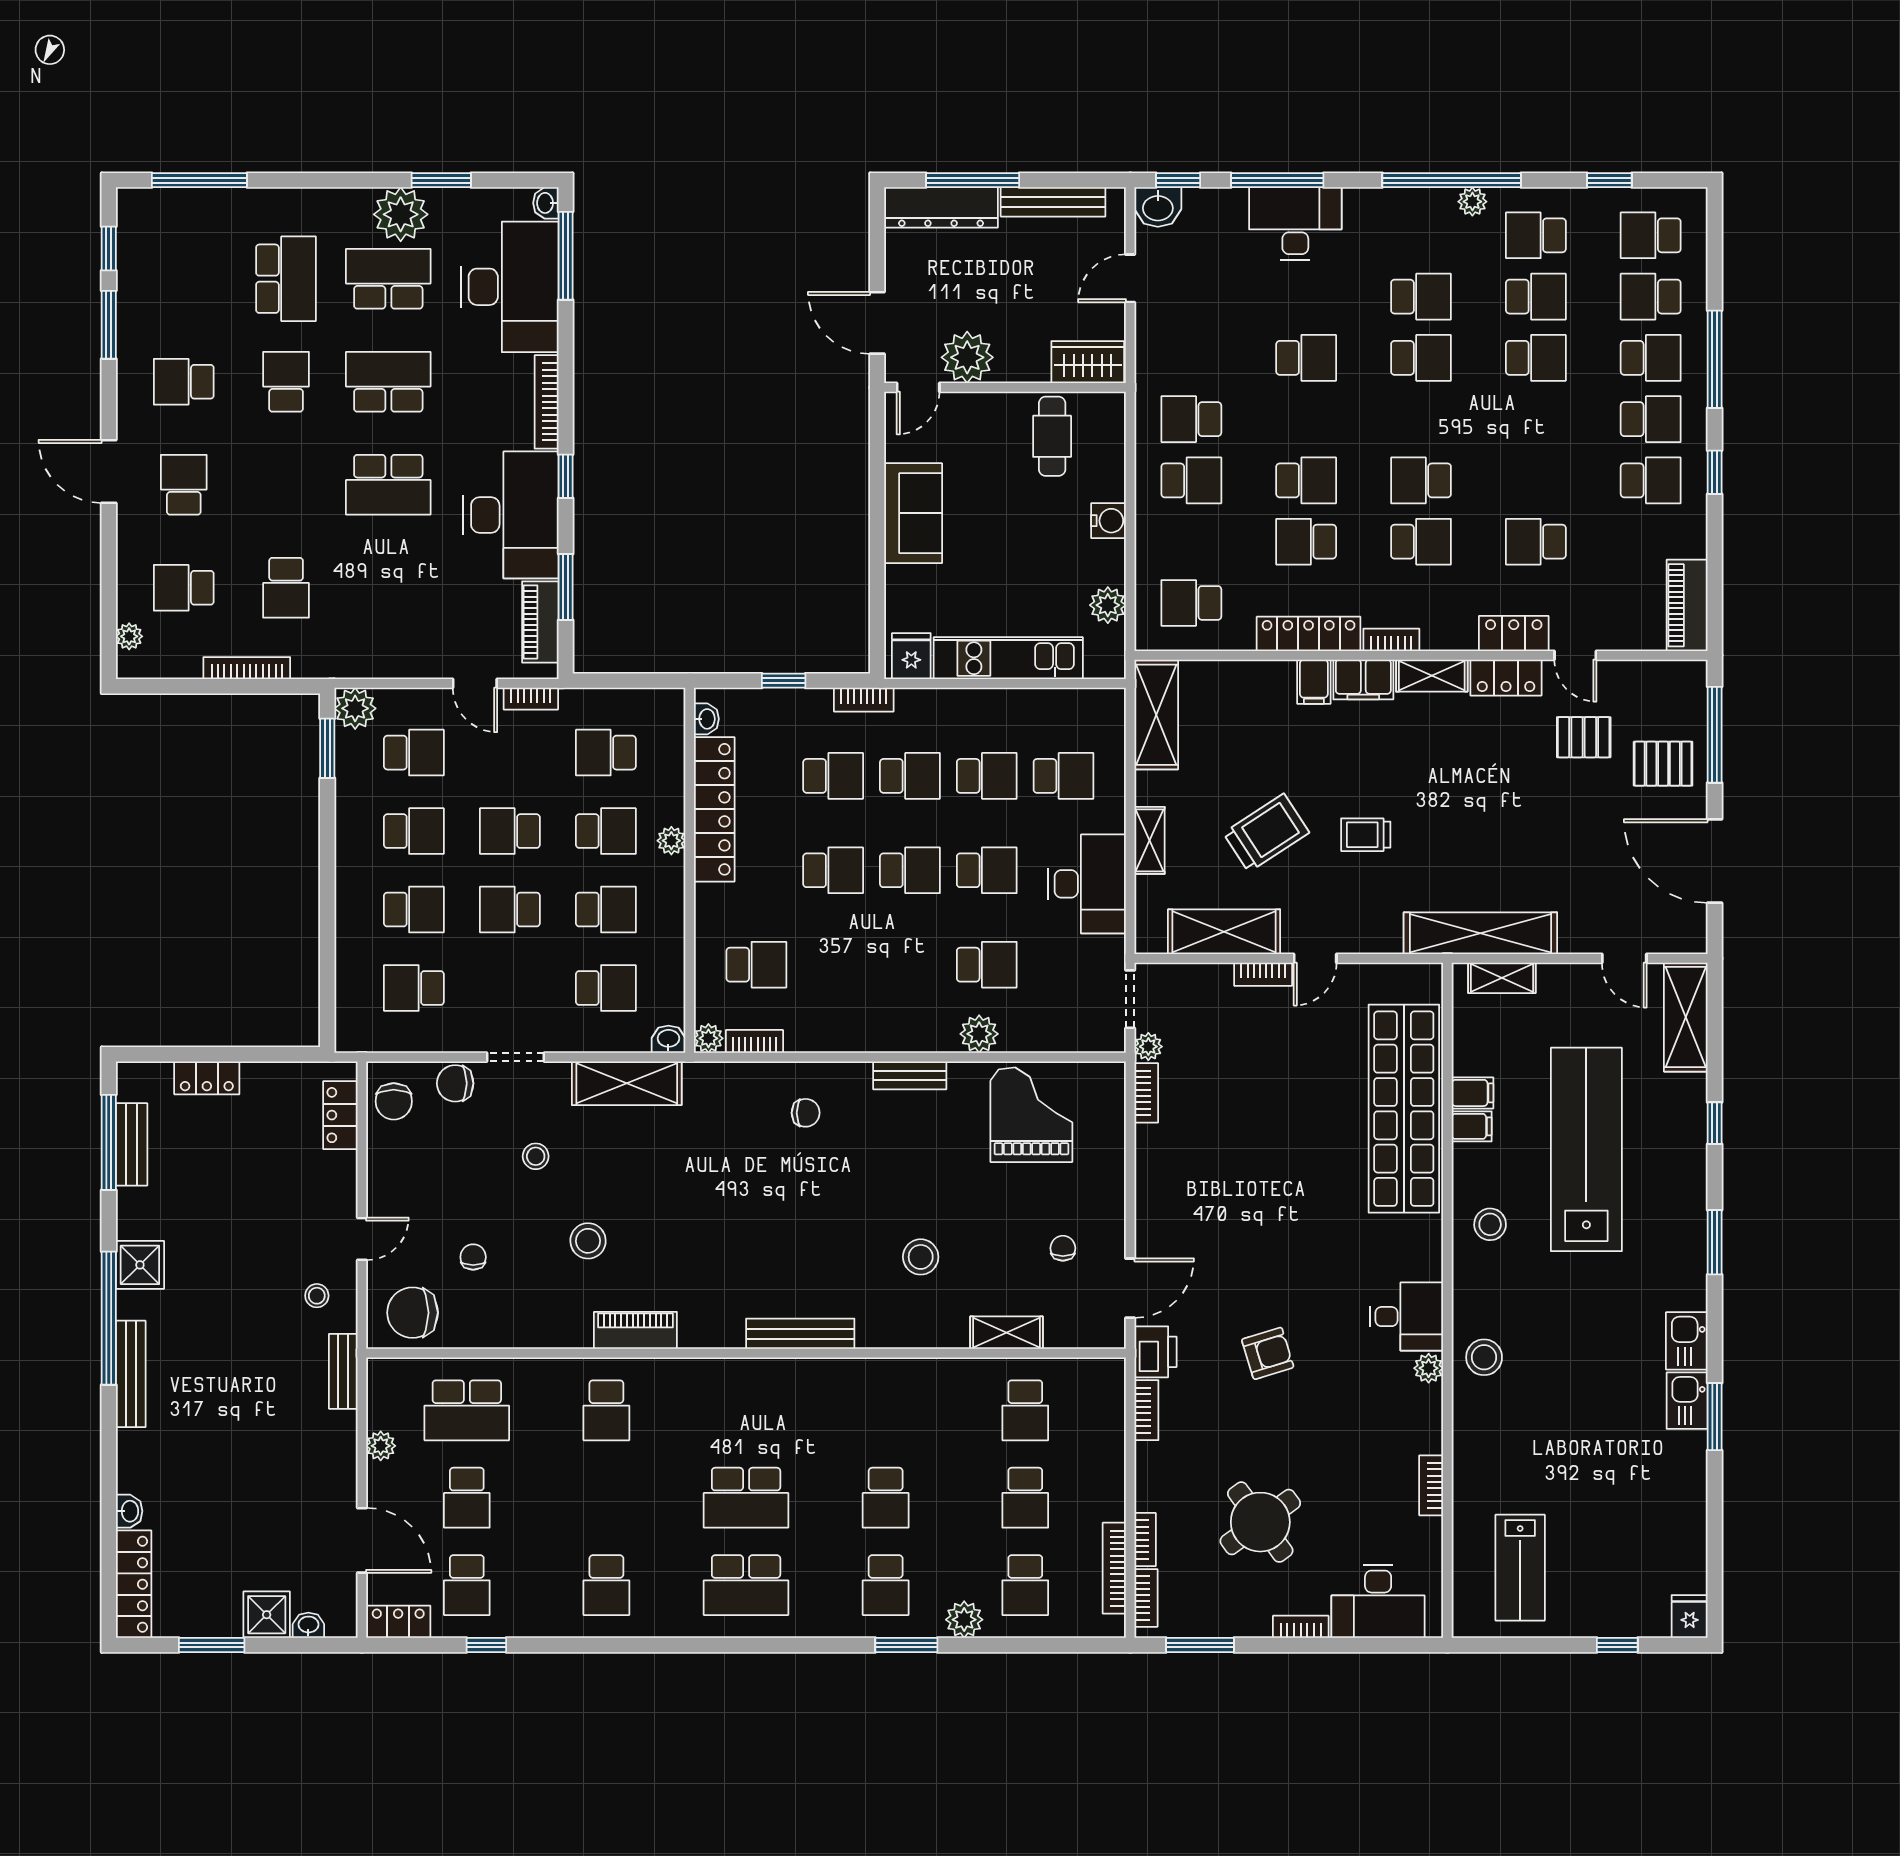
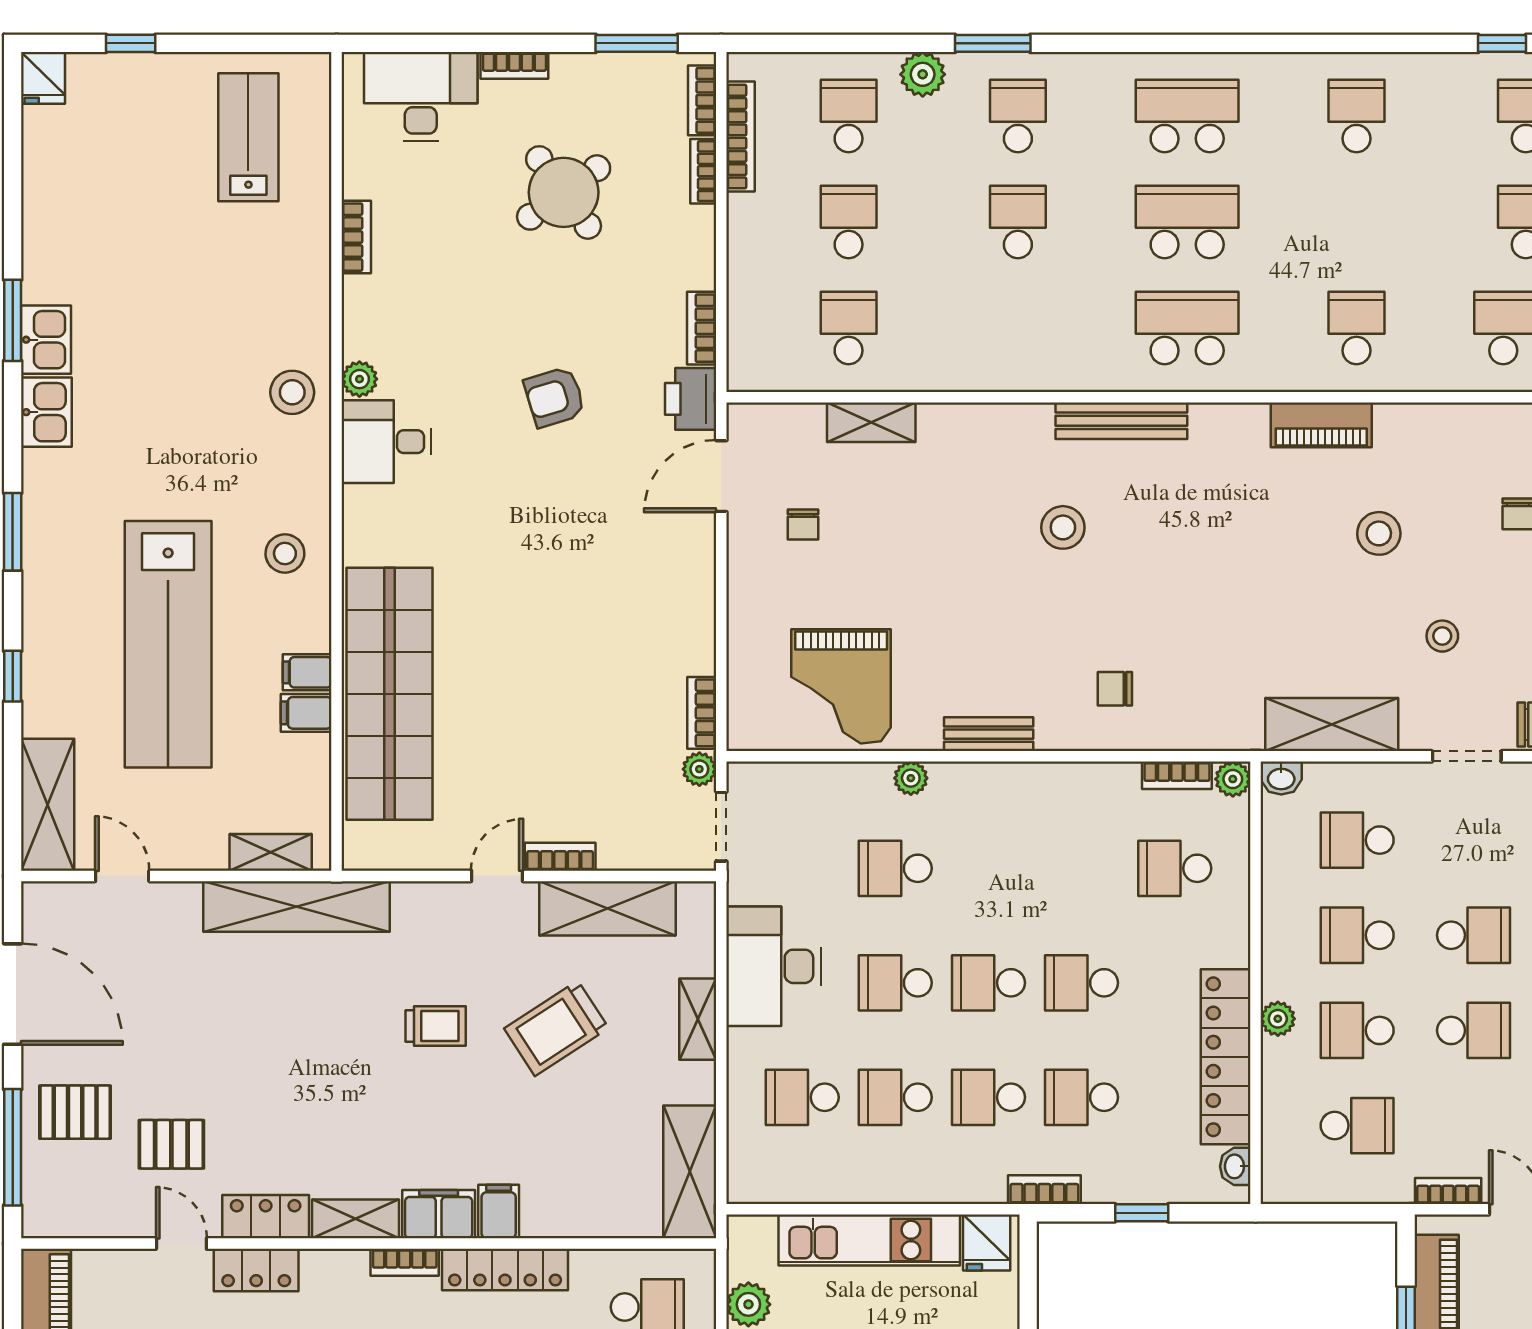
plant: (979, 1034) -> (911, 778), width x0.73, depth x0.73
stool: (921, 1257) -> (1063, 527), moved
school desk: (746, 1410) -> (1187, 328), added

